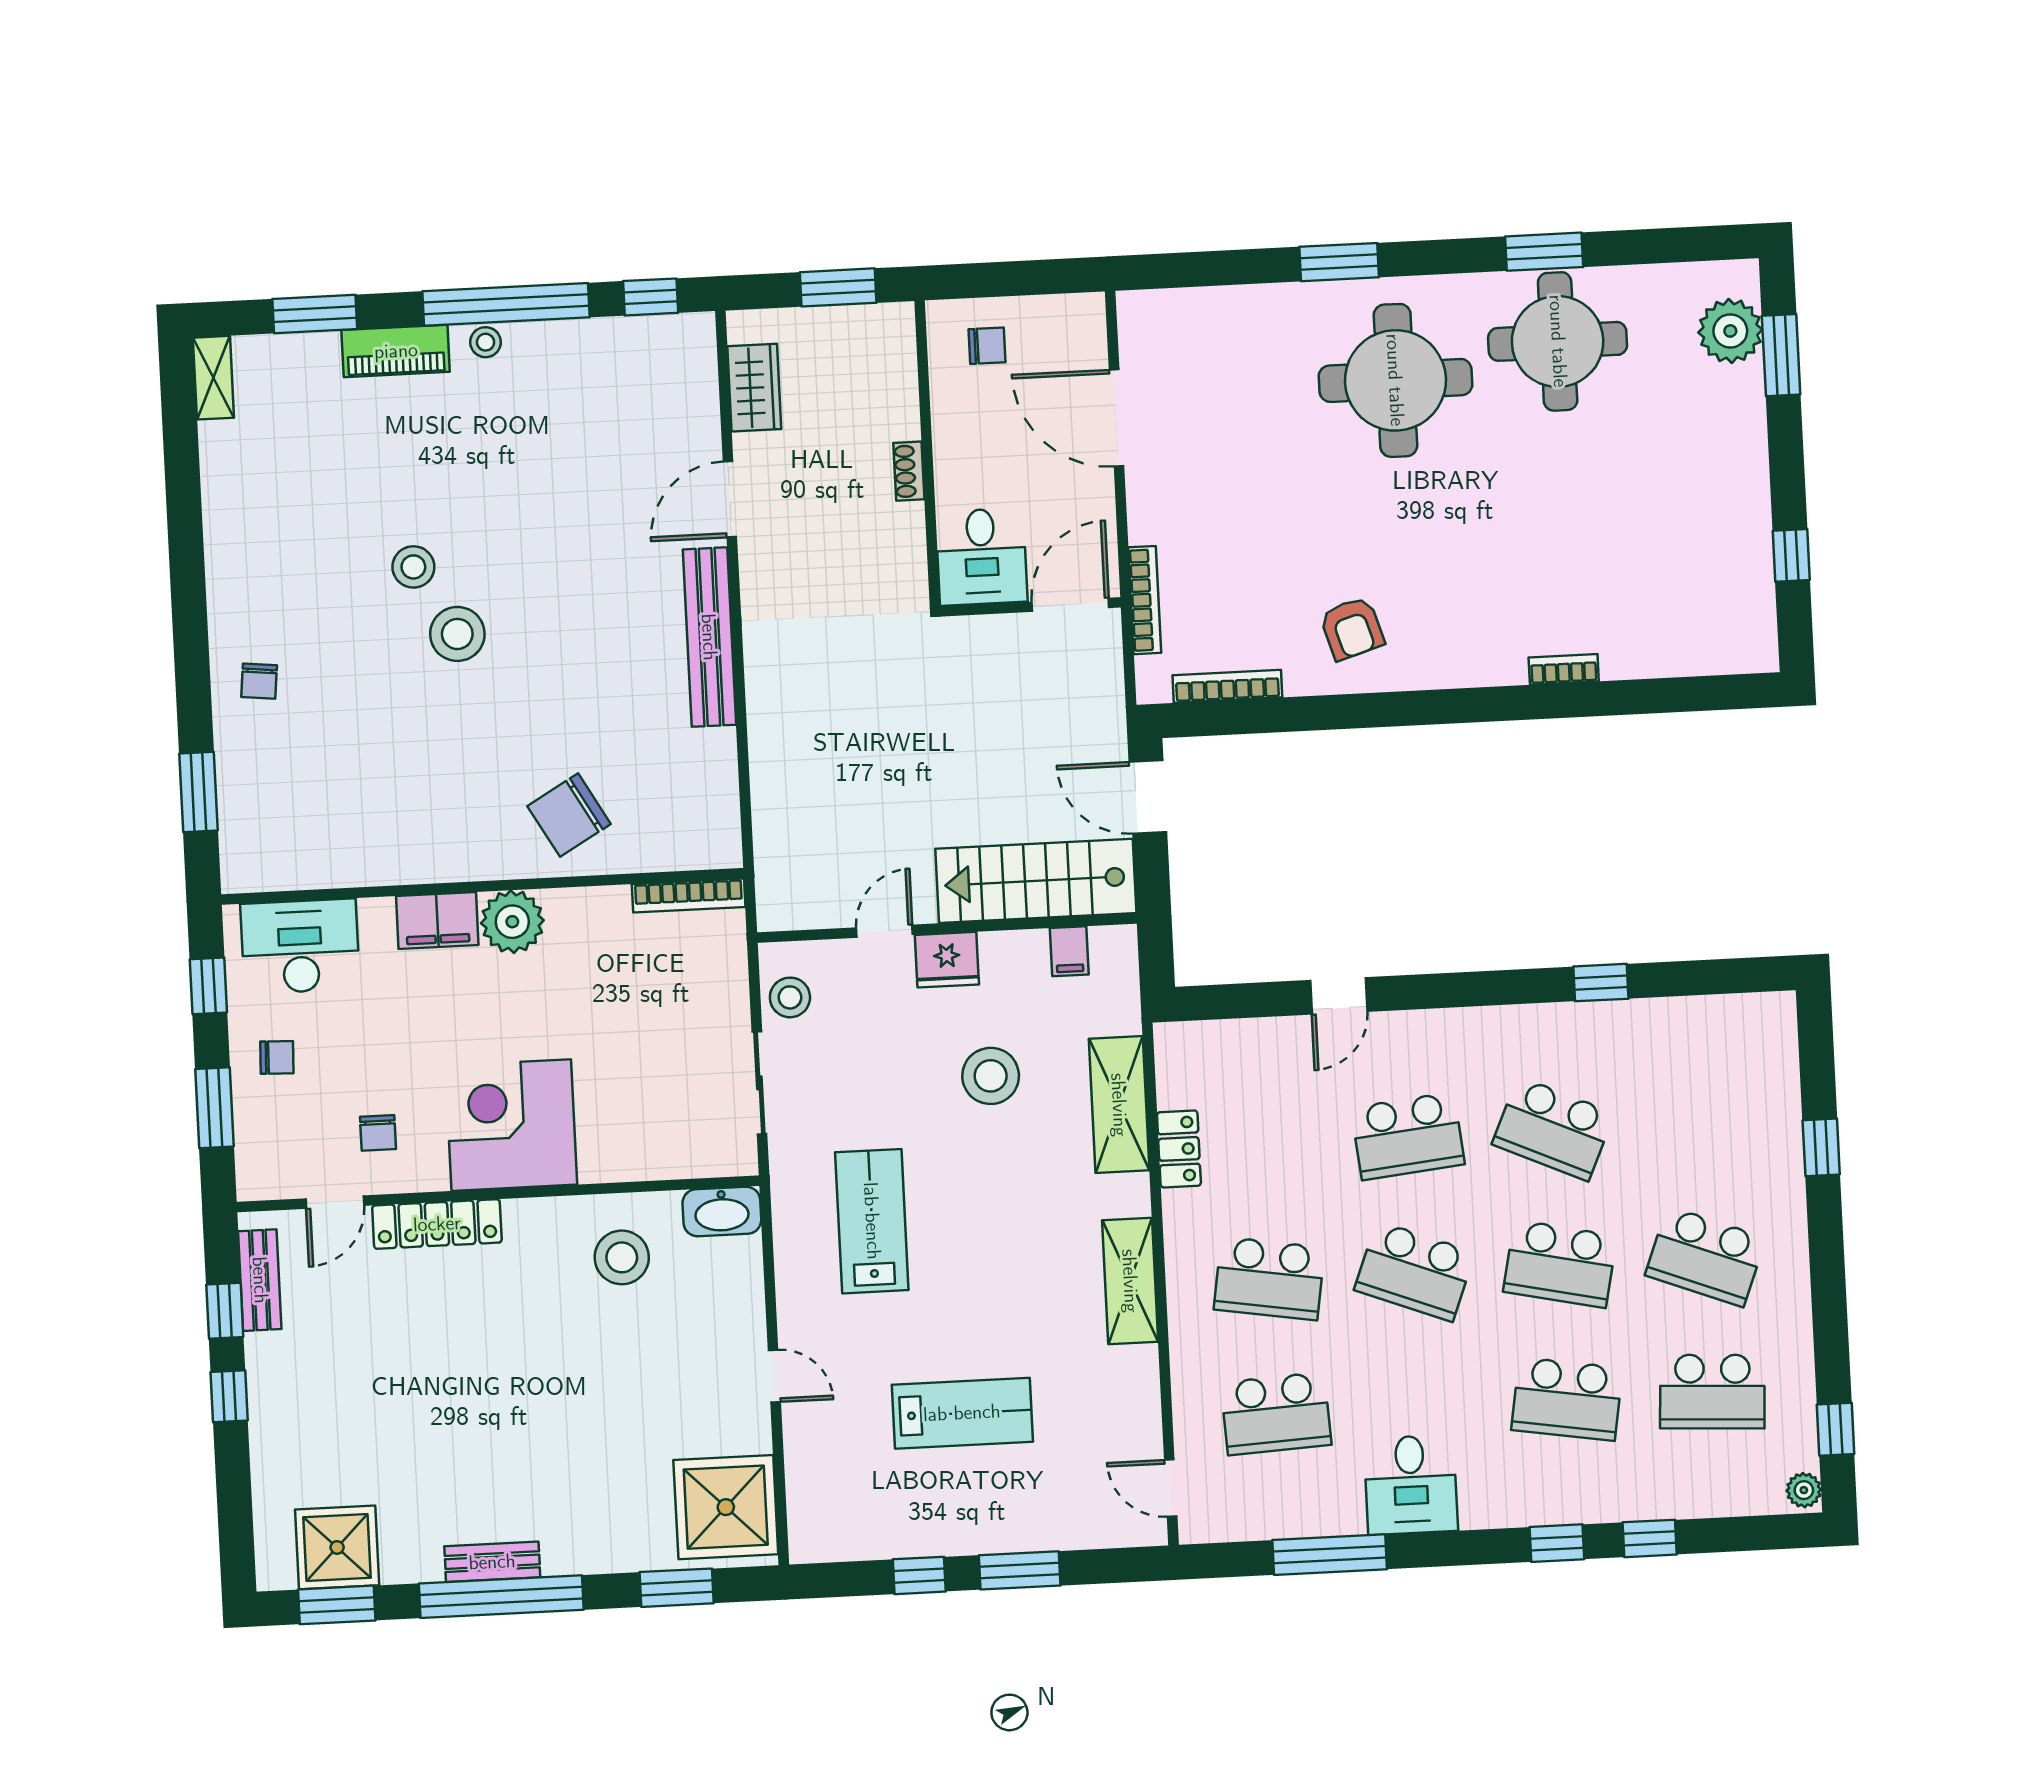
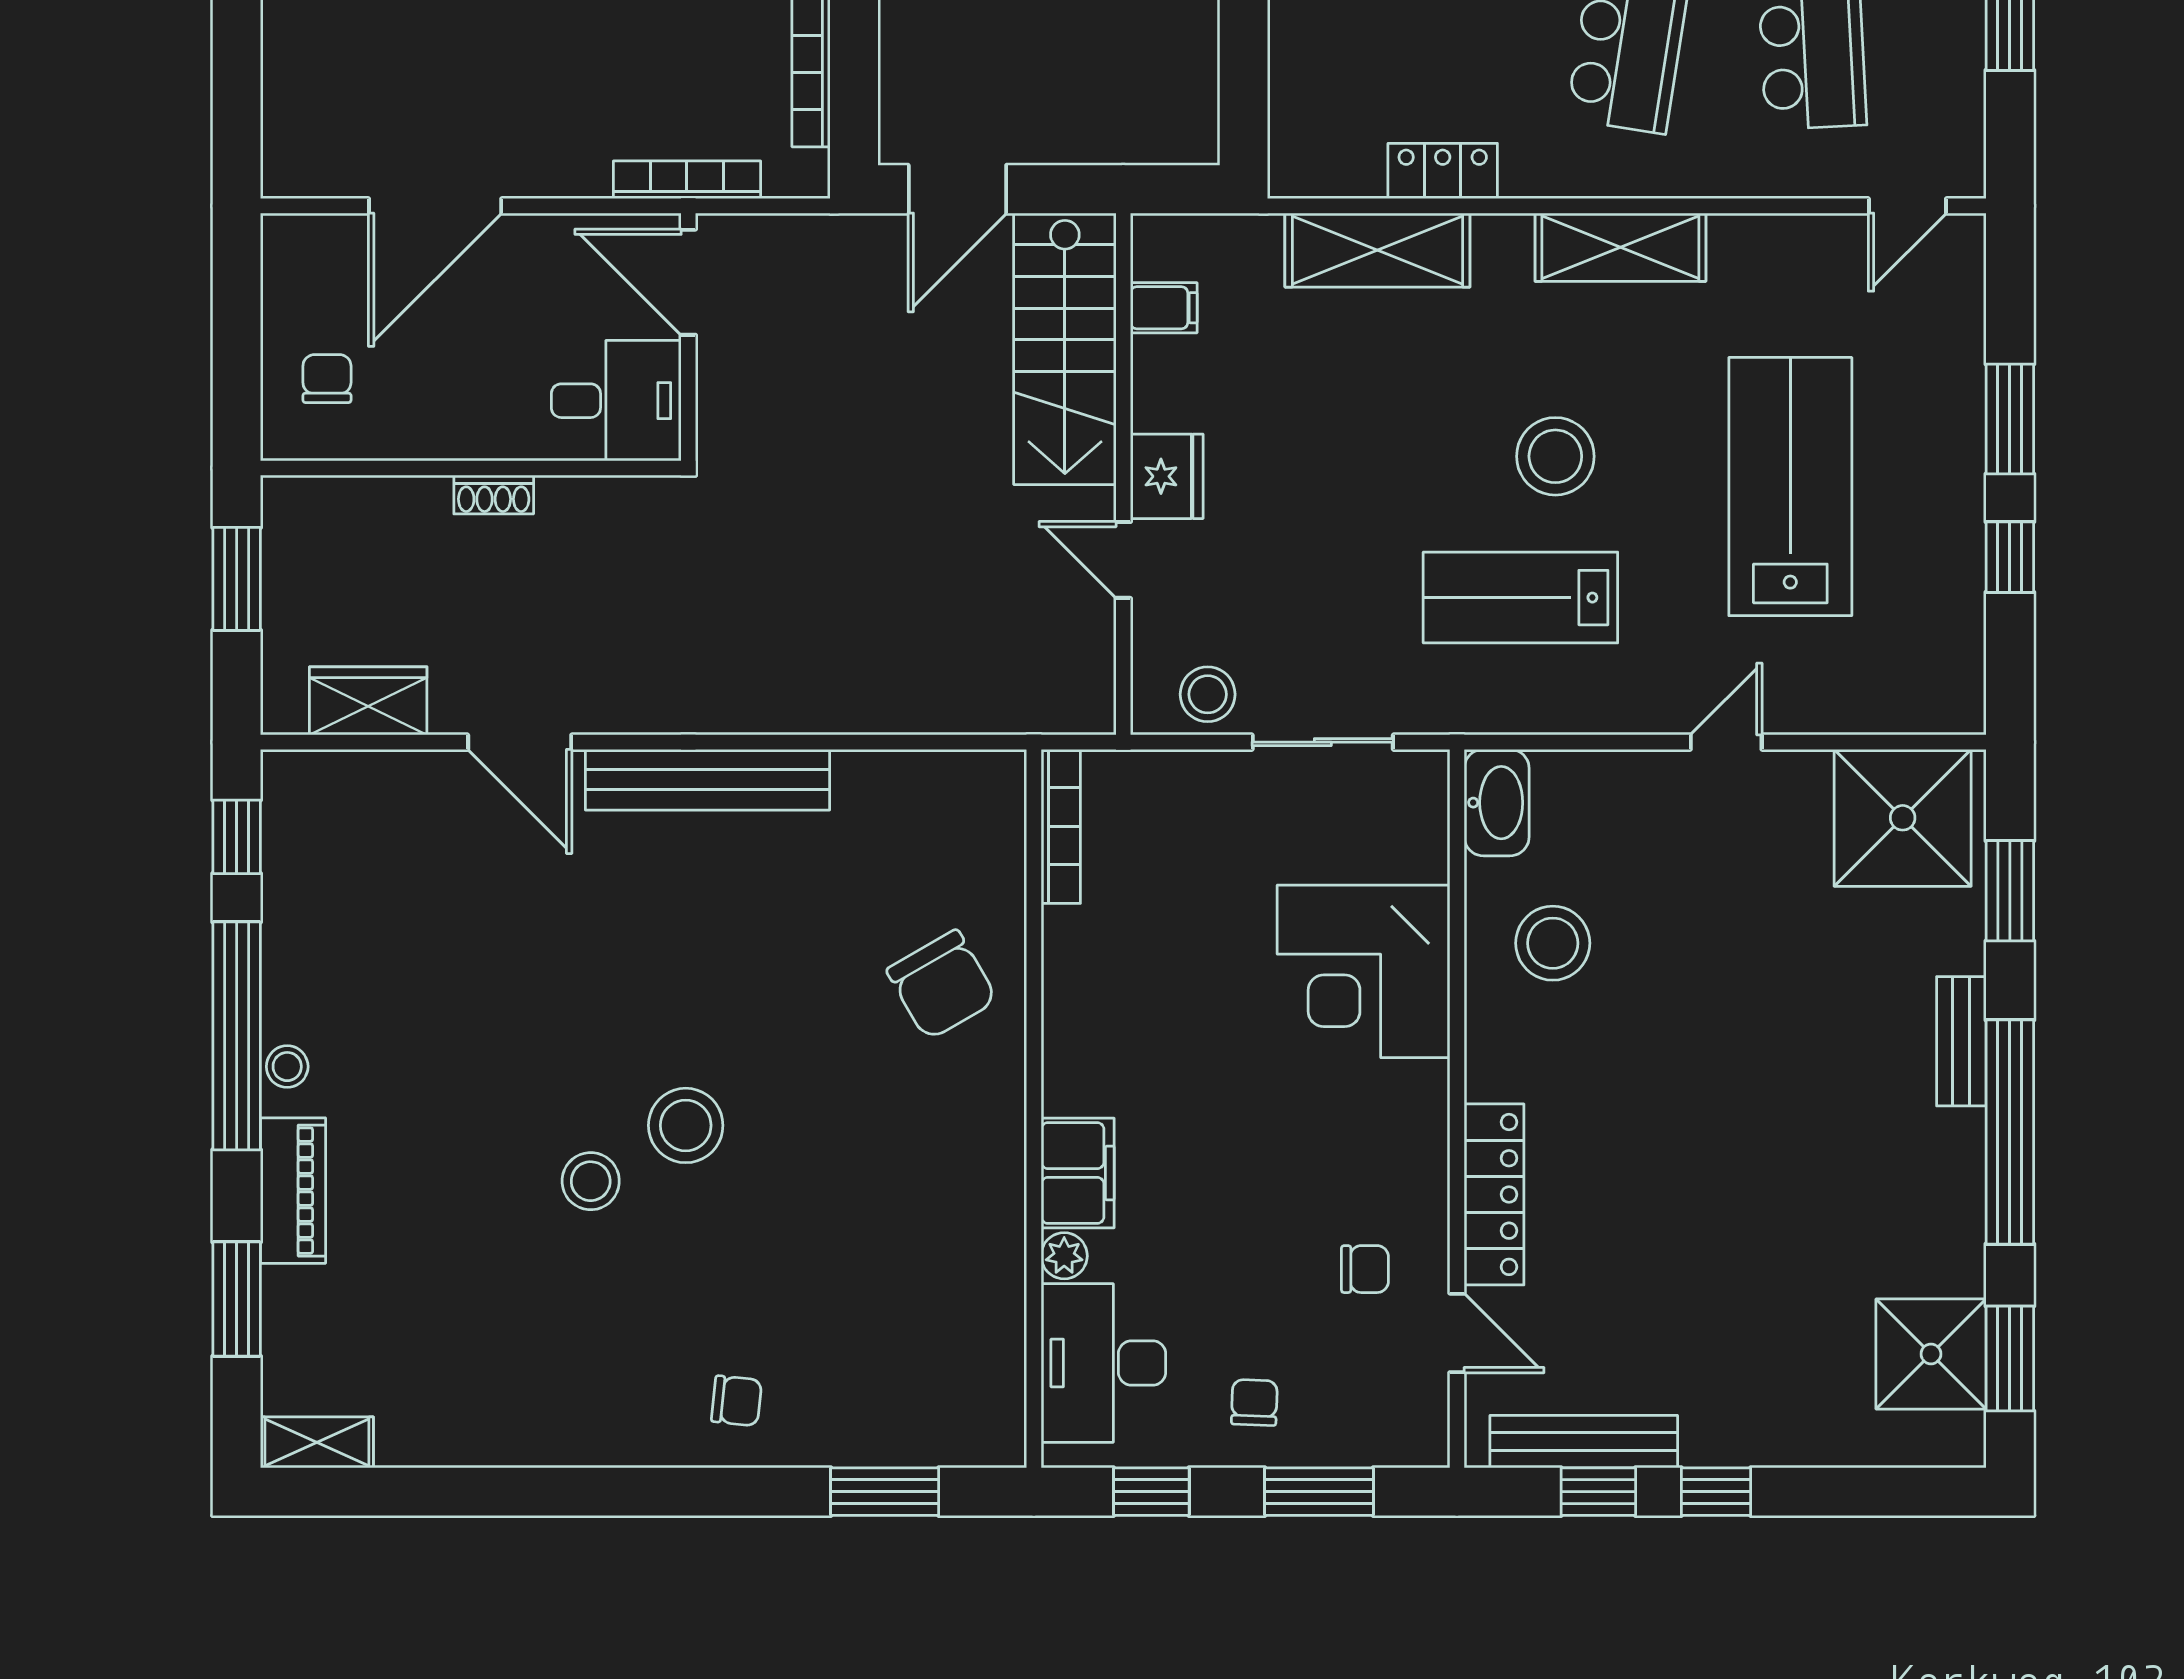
plant: (512, 922) -> (1064, 1256), moved, width x0.53, depth x0.53
stool: (991, 1076) -> (1555, 456), moved
corner desk: (511, 1125) -> (1363, 971), moved
bench: (260, 1280) -> (1584, 1442), width x1.36
lab bench: (962, 1413) -> (1790, 487), width x1.36, depth x1.39
bench: (492, 1562) -> (1961, 1041), moved

